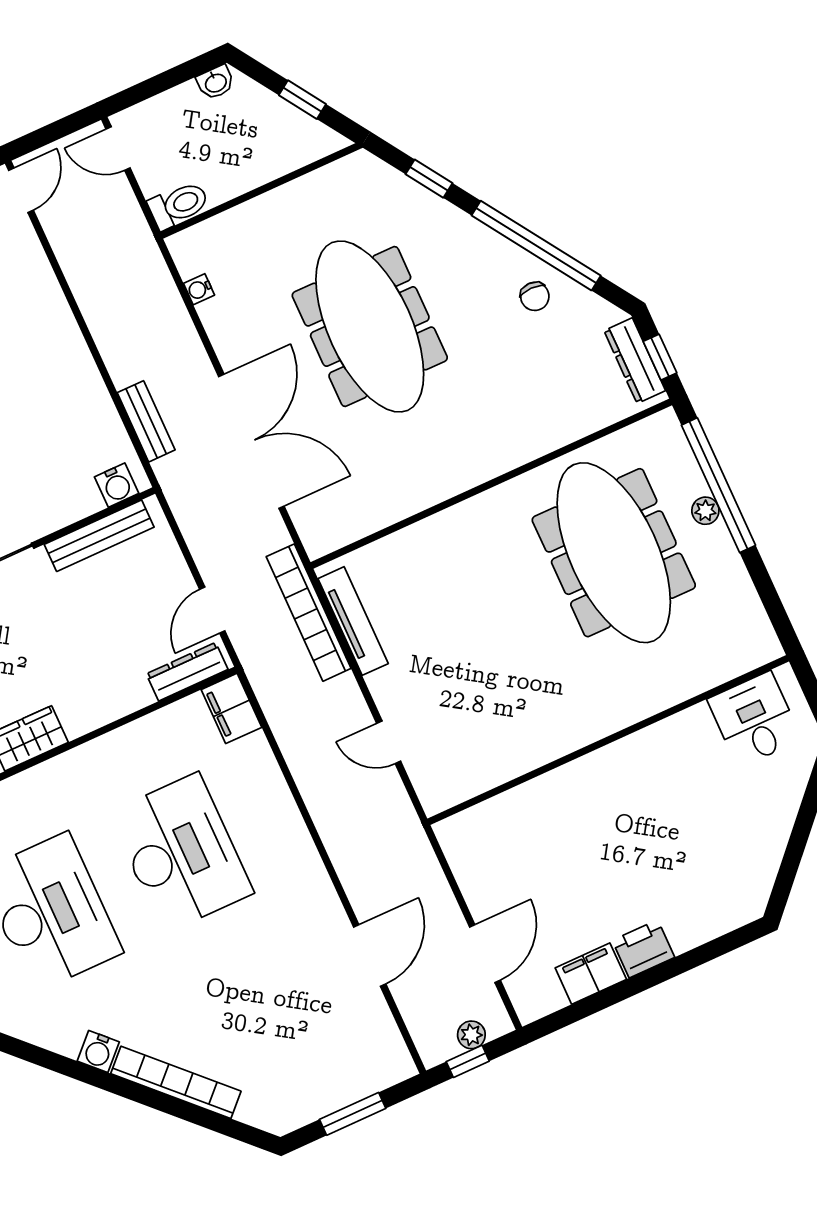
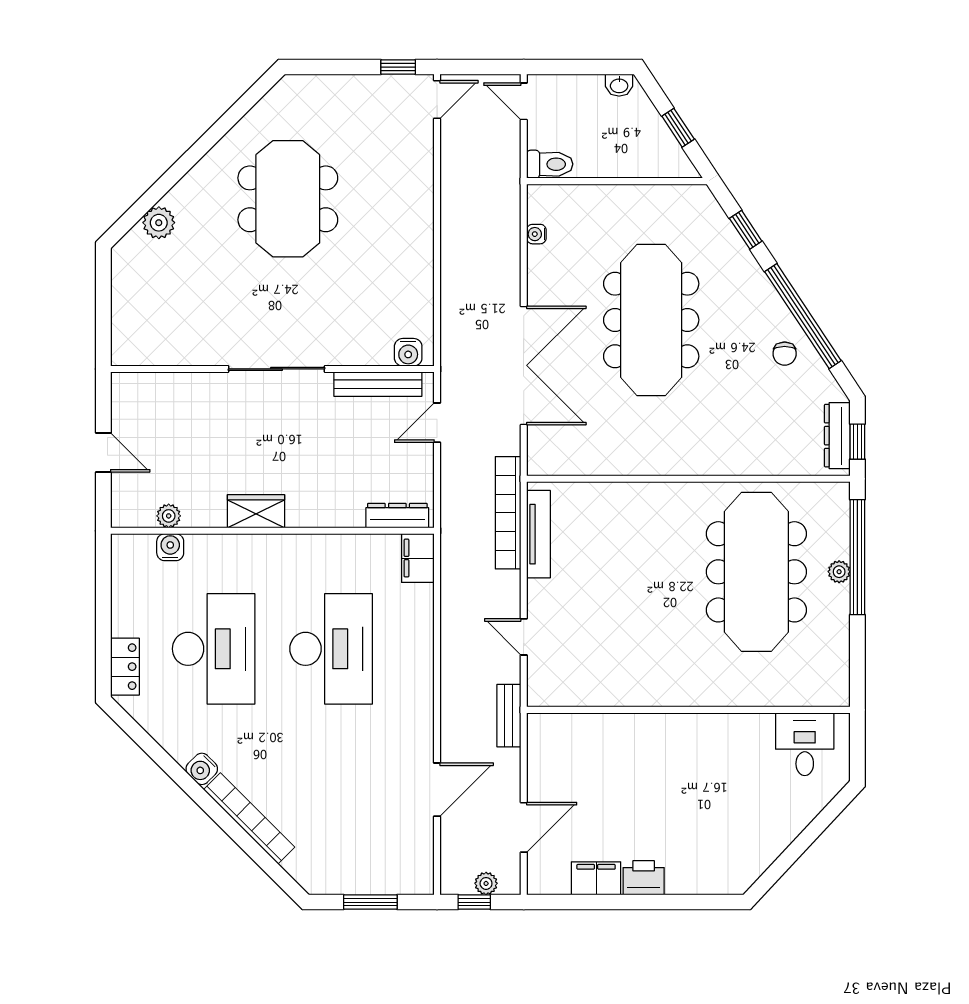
bench: (146, 421) -> (509, 716), moved
door: (212, 610) -> (437, 423), moved

